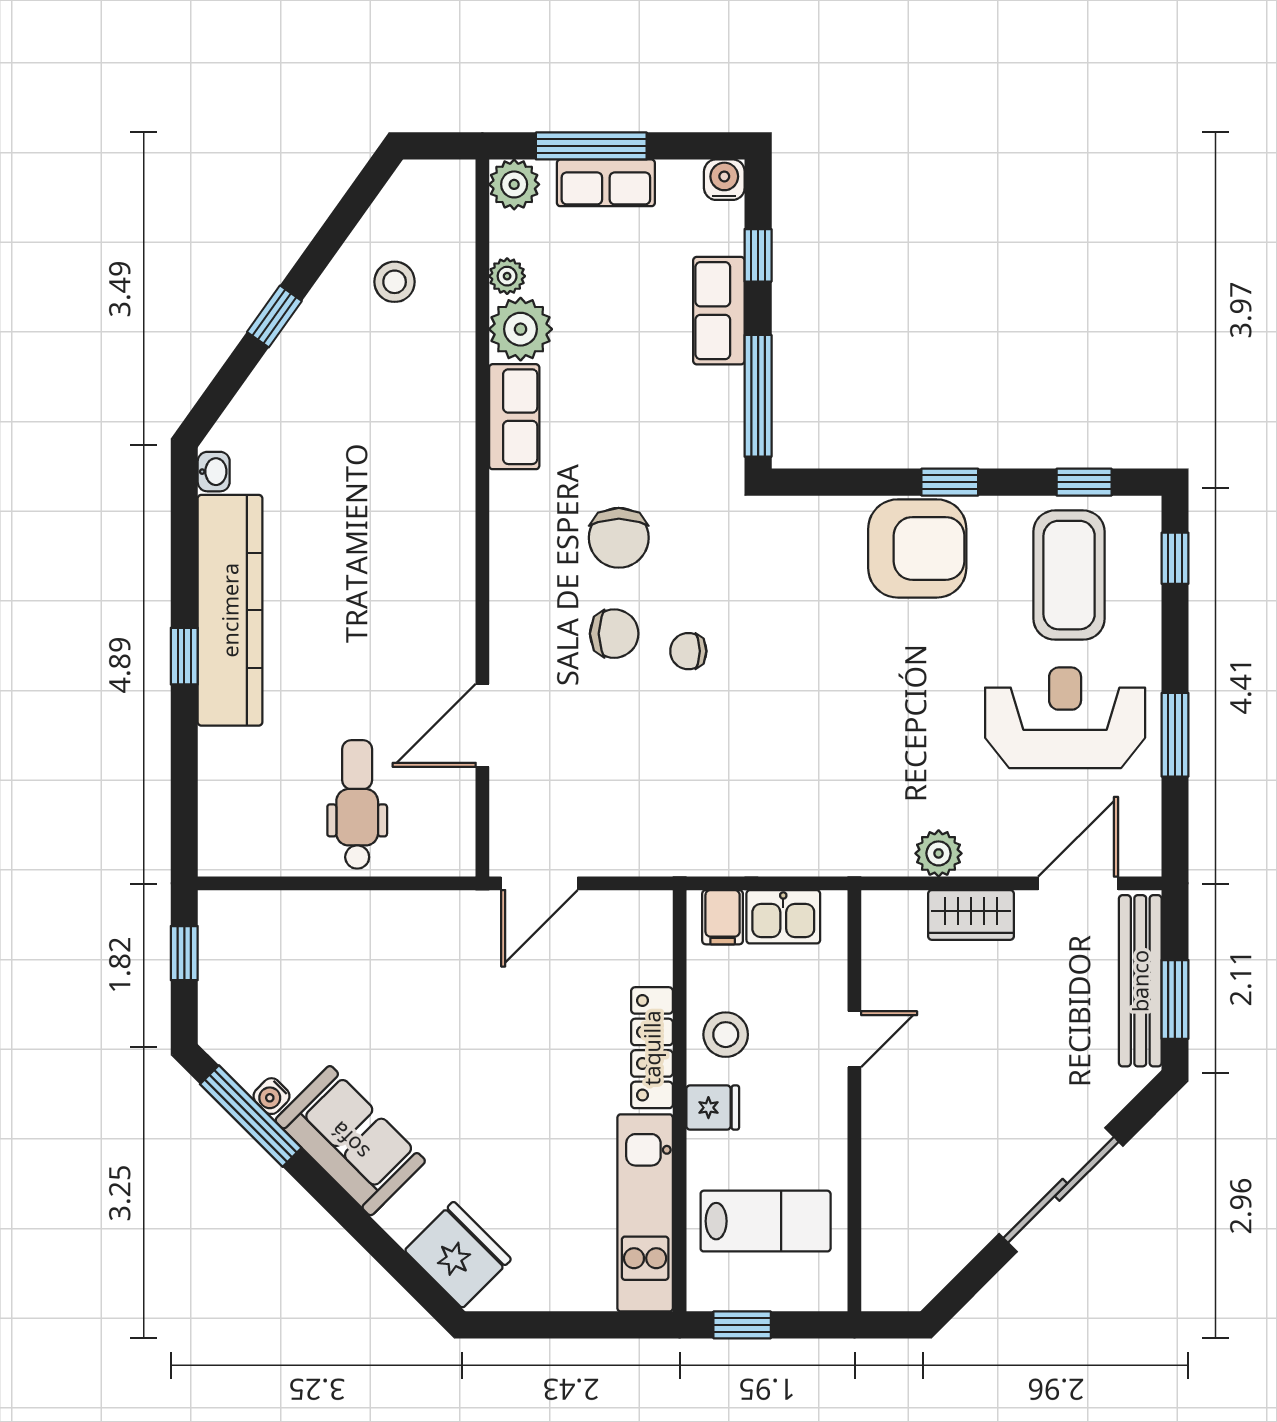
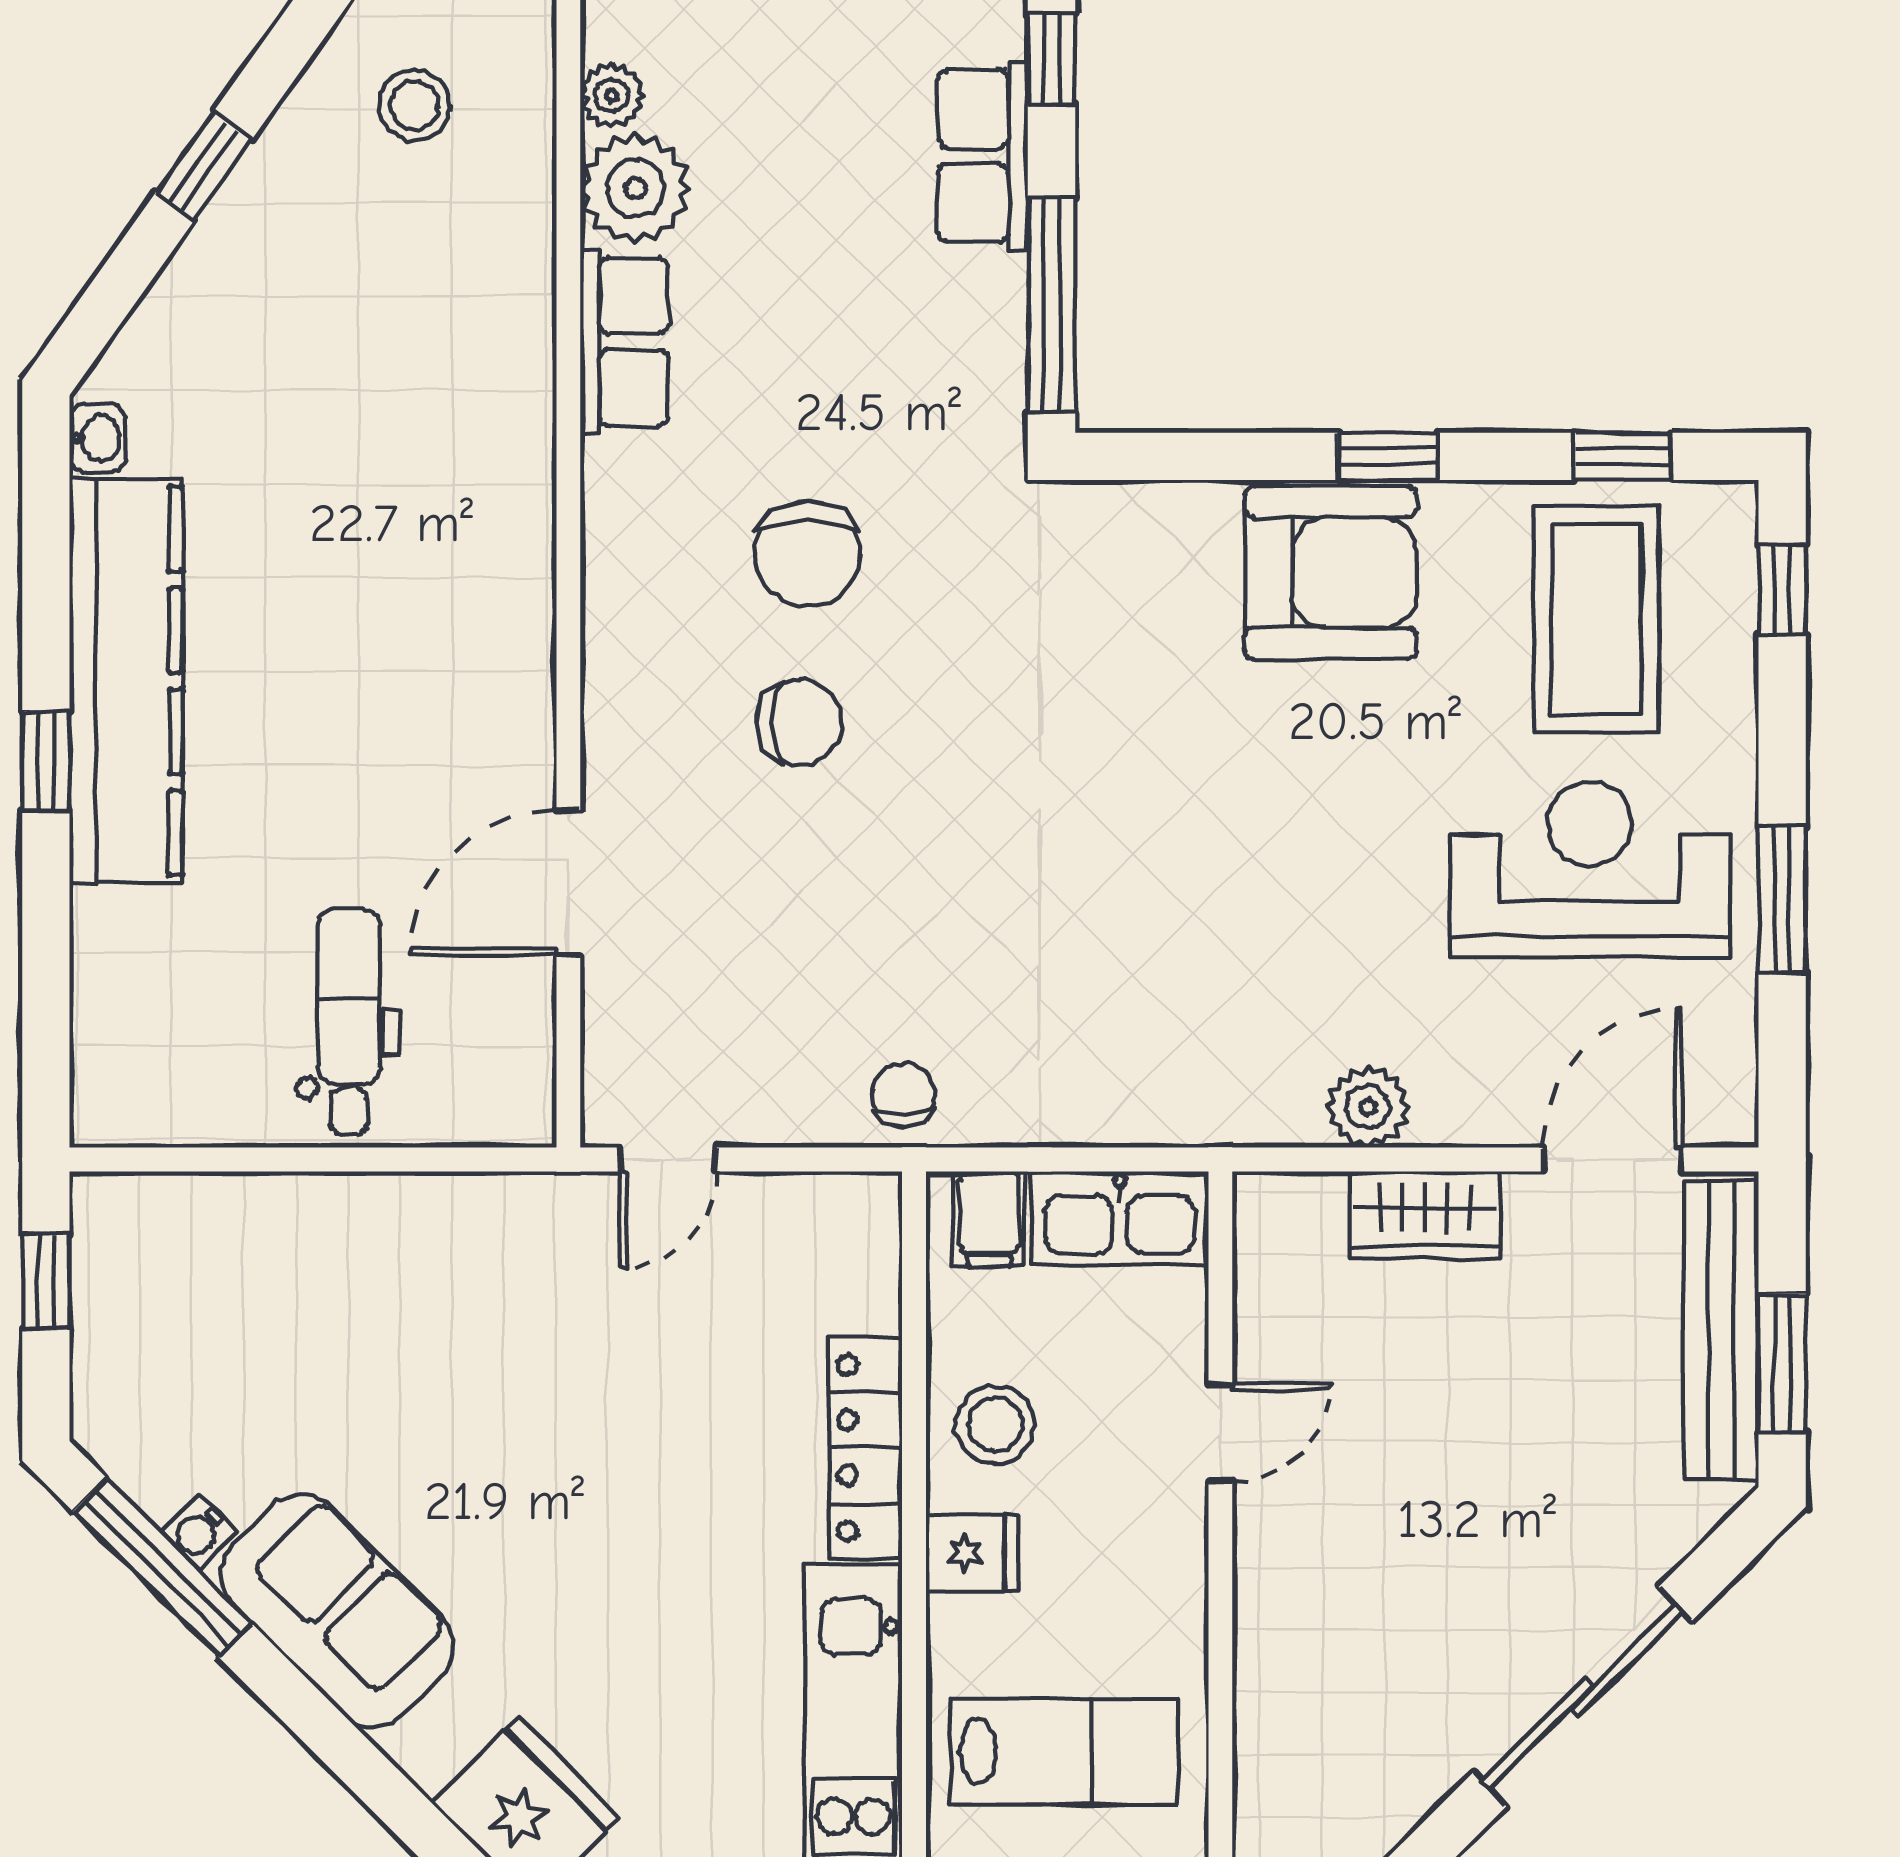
chair: (688, 651) -> (904, 1095), moved, turned 90
door: (539, 883) -> (668, 1160), width x0.73
kitchen sink: (783, 917) -> (1120, 1218), width x1.38

